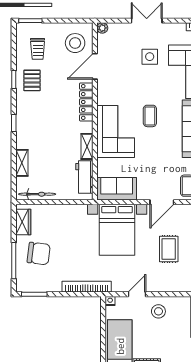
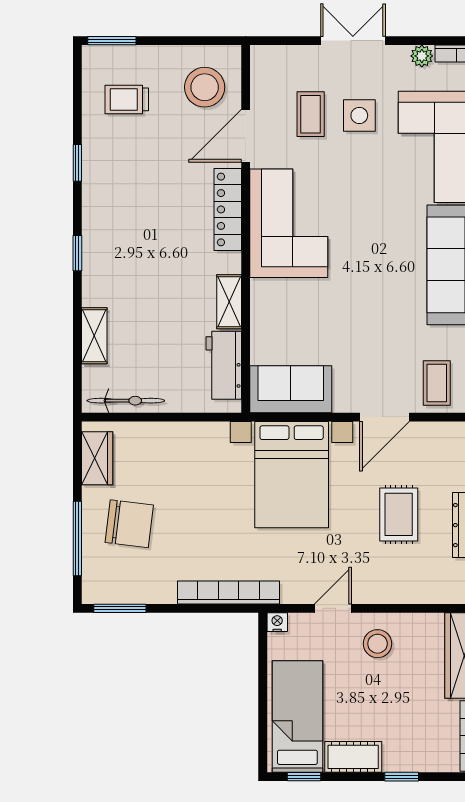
plant: (102, 28) -> (422, 56), moved
trolley: (38, 49) -> (127, 99), turned 90
pallet: (32, 80) -> (115, 165), removed
coffee table: (150, 116) -> (311, 114), moved
corner sofa: (116, 132) -> (289, 223), moved

